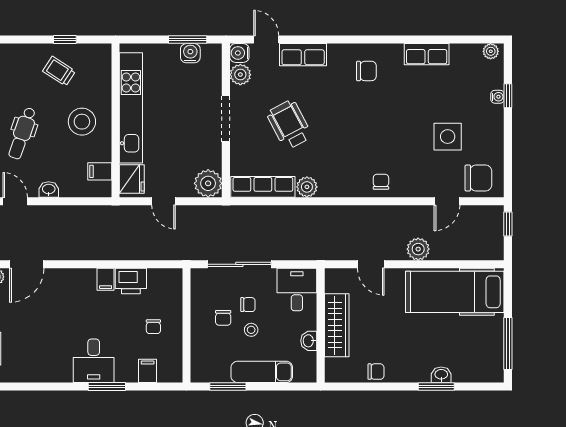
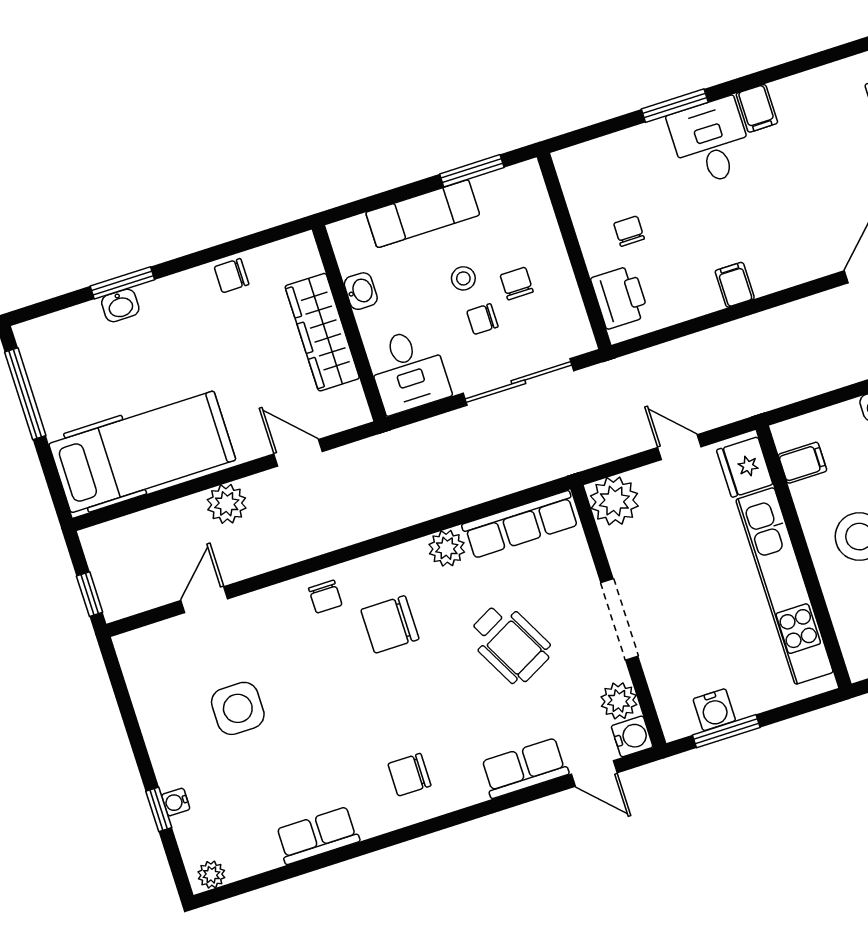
chair: (478, 178) -> (390, 624), moved
printer: (131, 281) -> (620, 297), moved, turned 90
filing cabinet: (148, 371) -> (757, 108), moved

